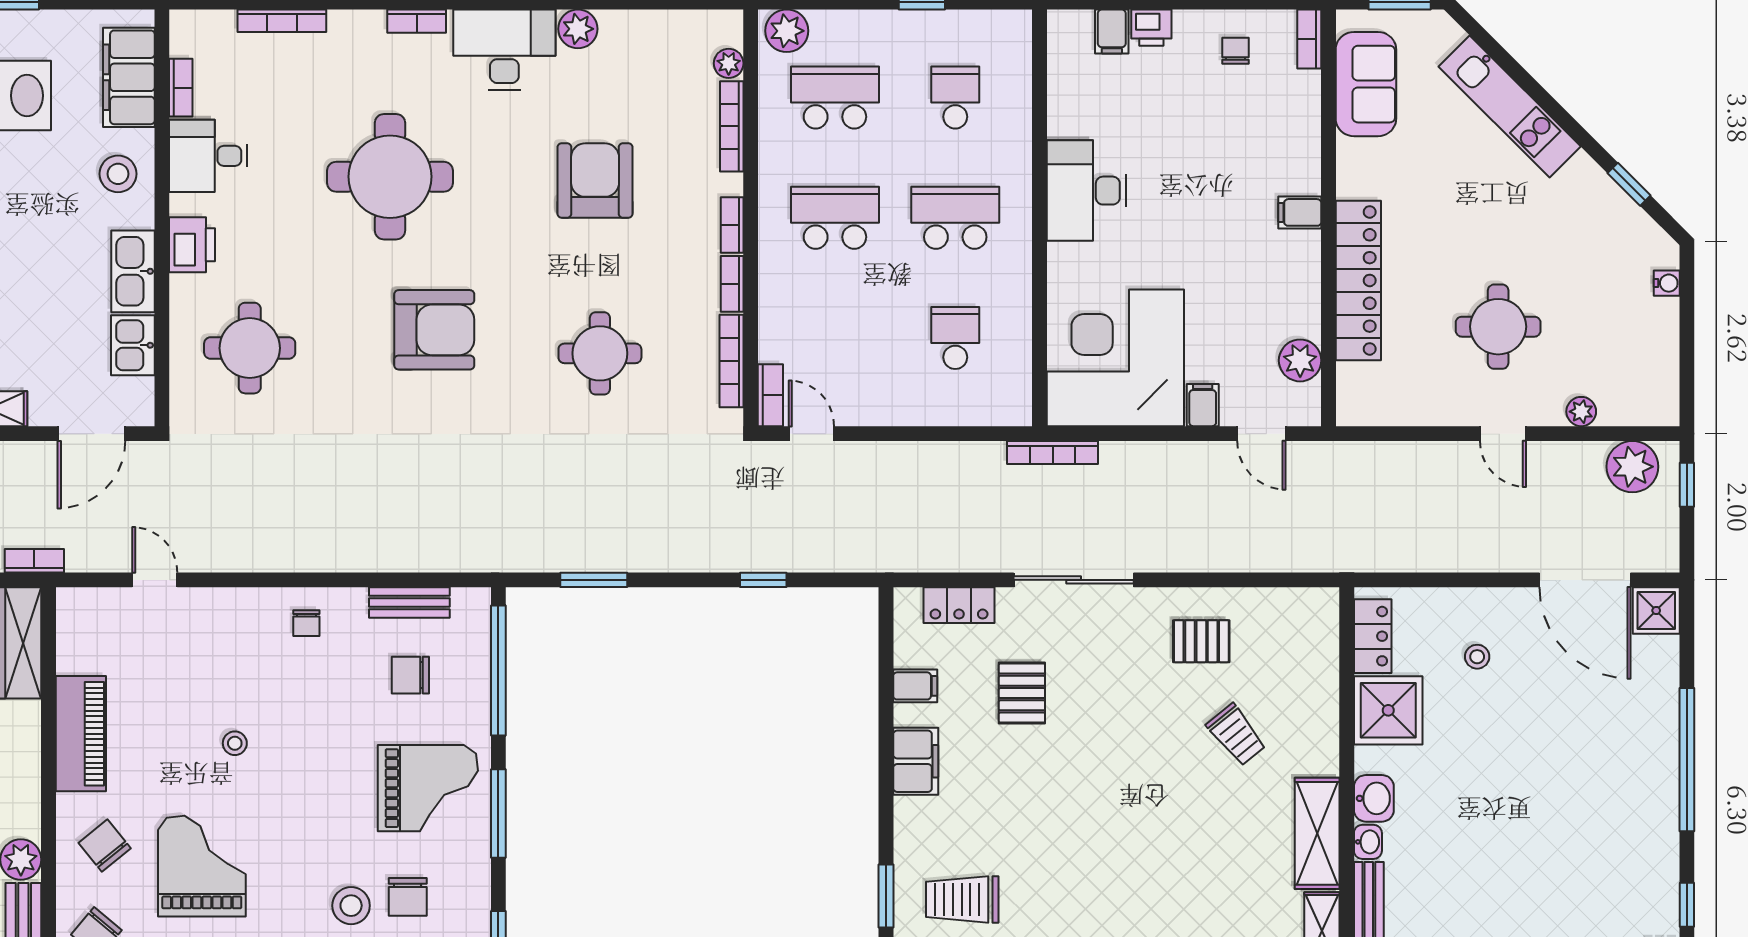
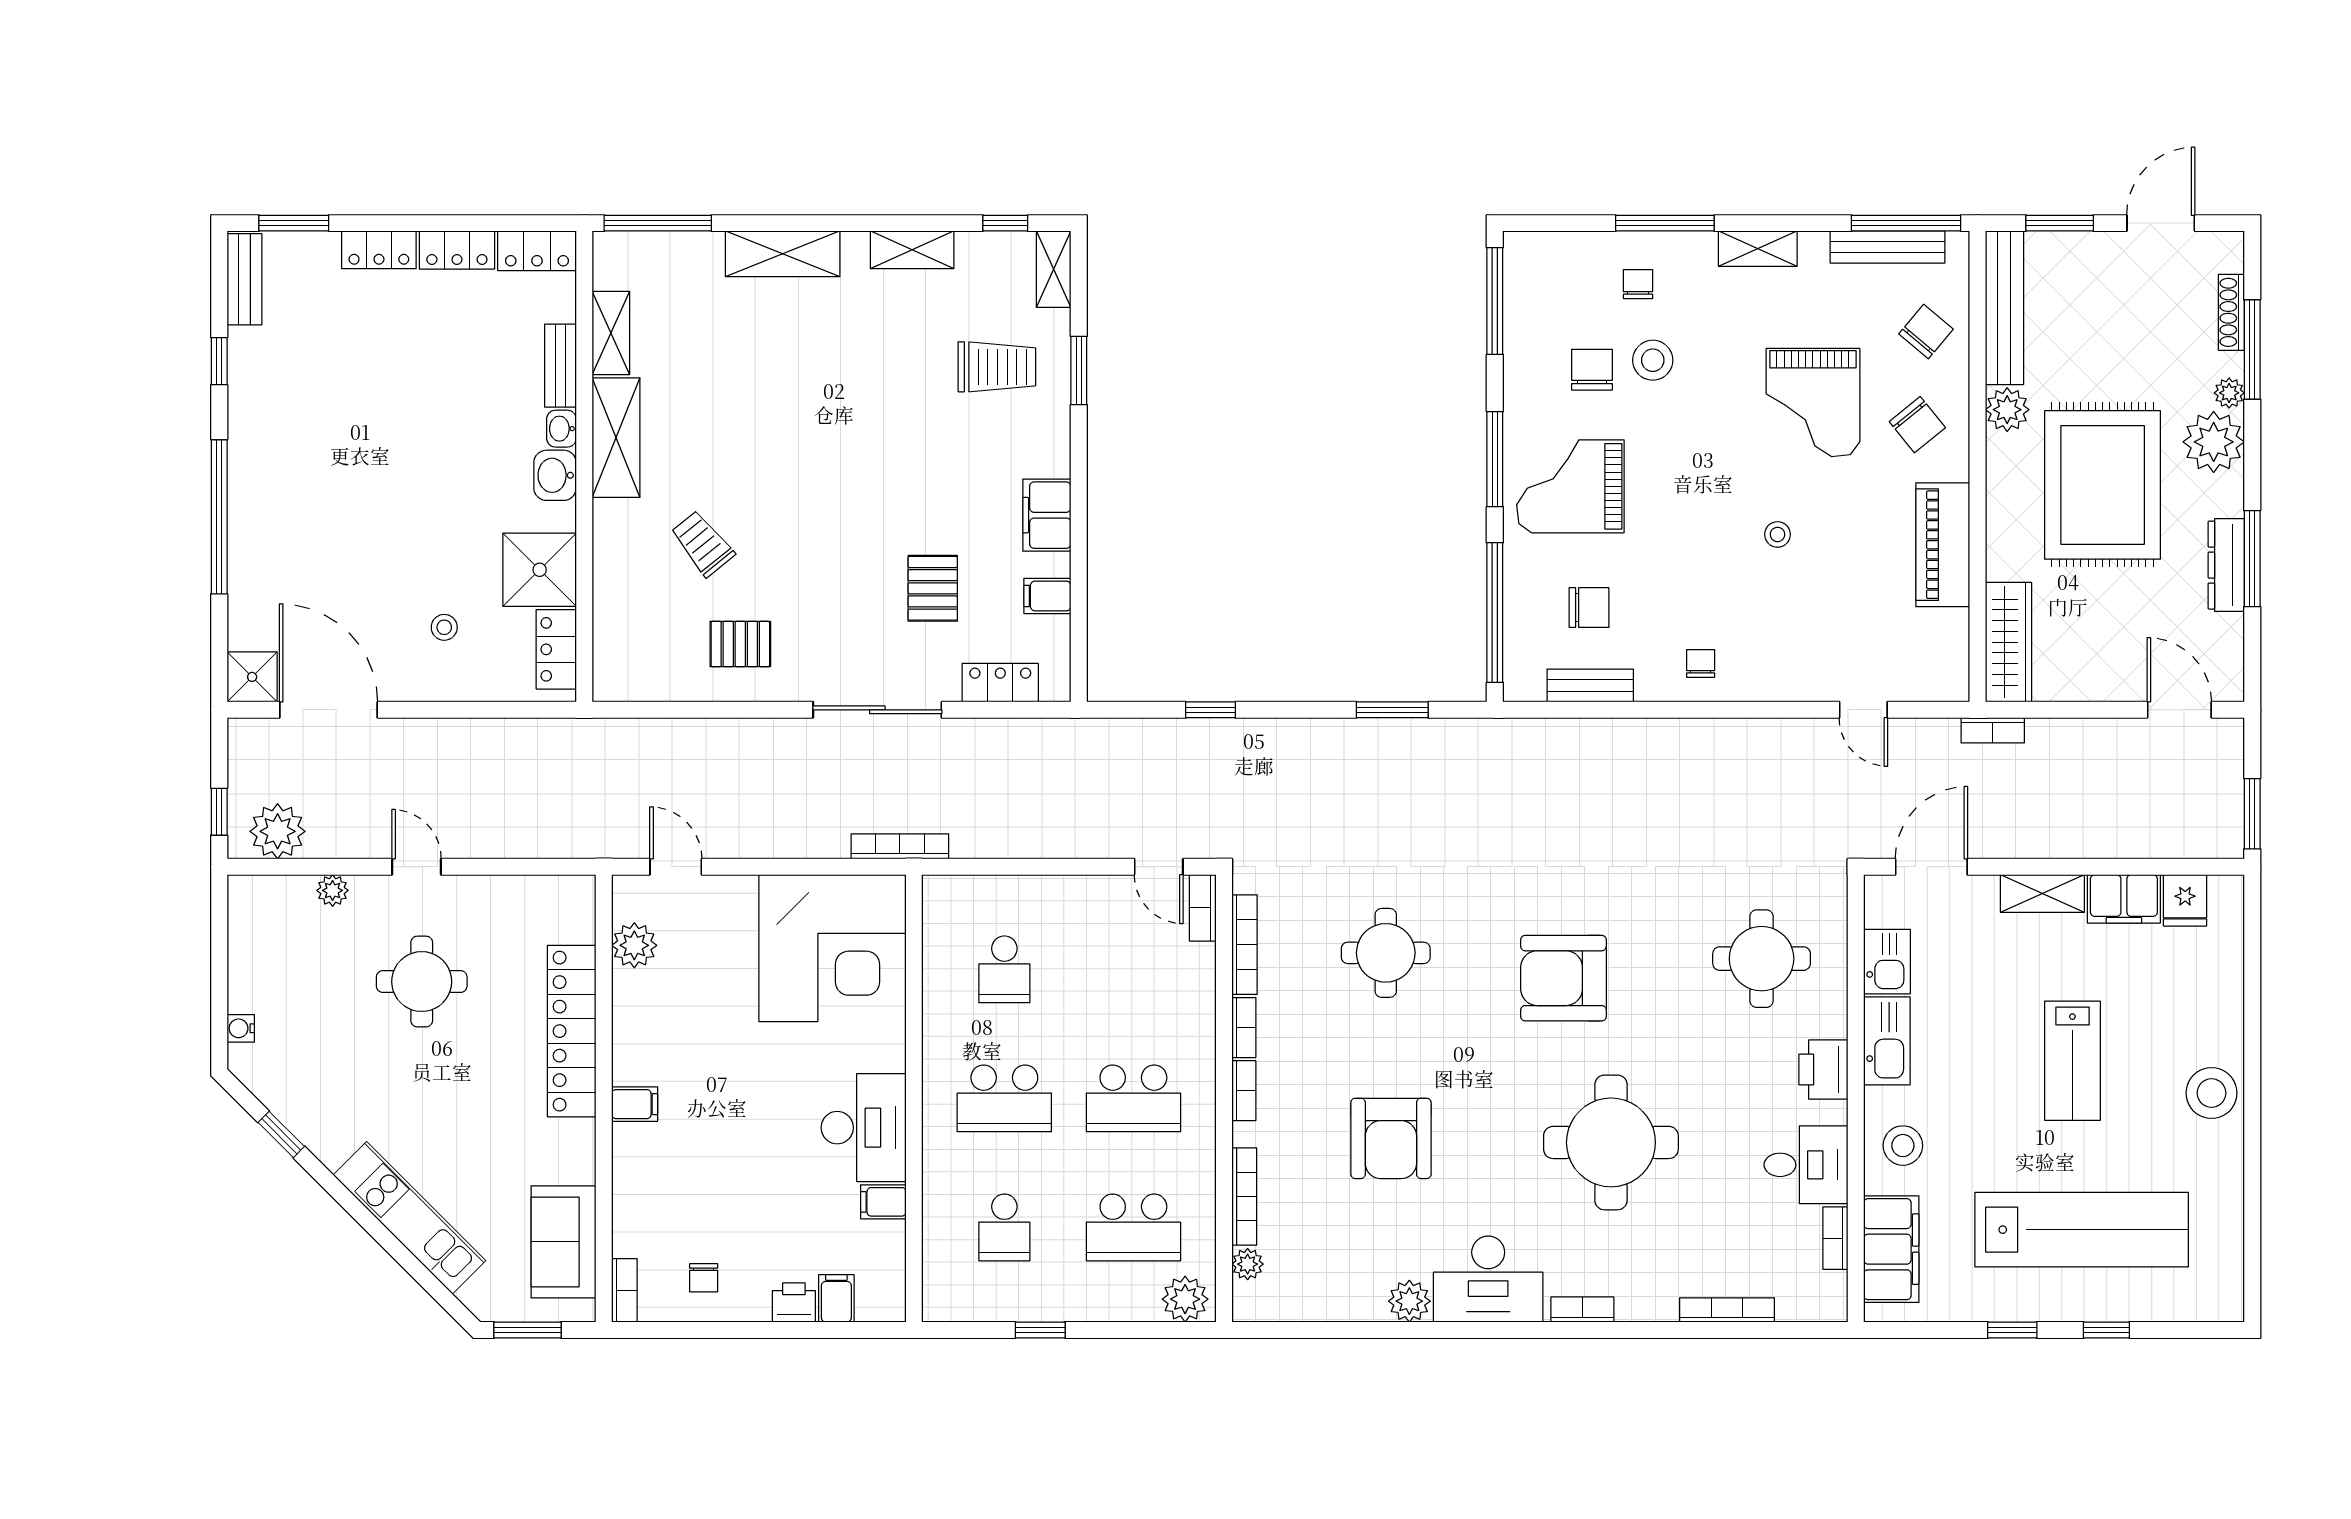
filing cabinet: (1203, 405) -> (883, 1202), moved, turned 90

